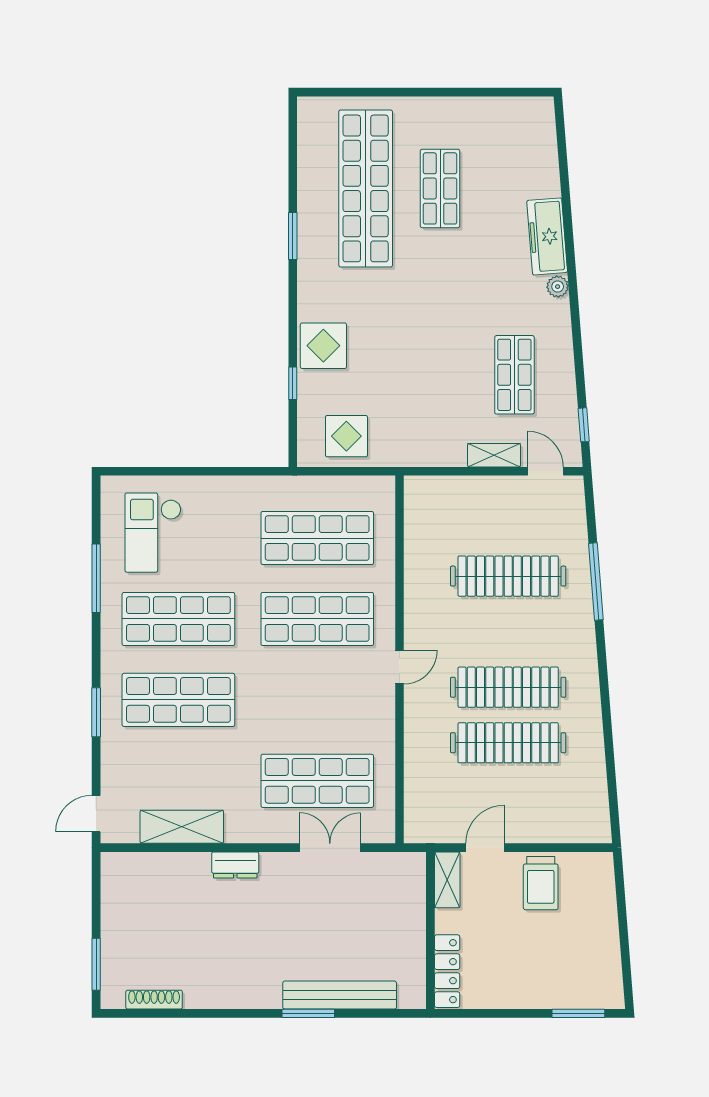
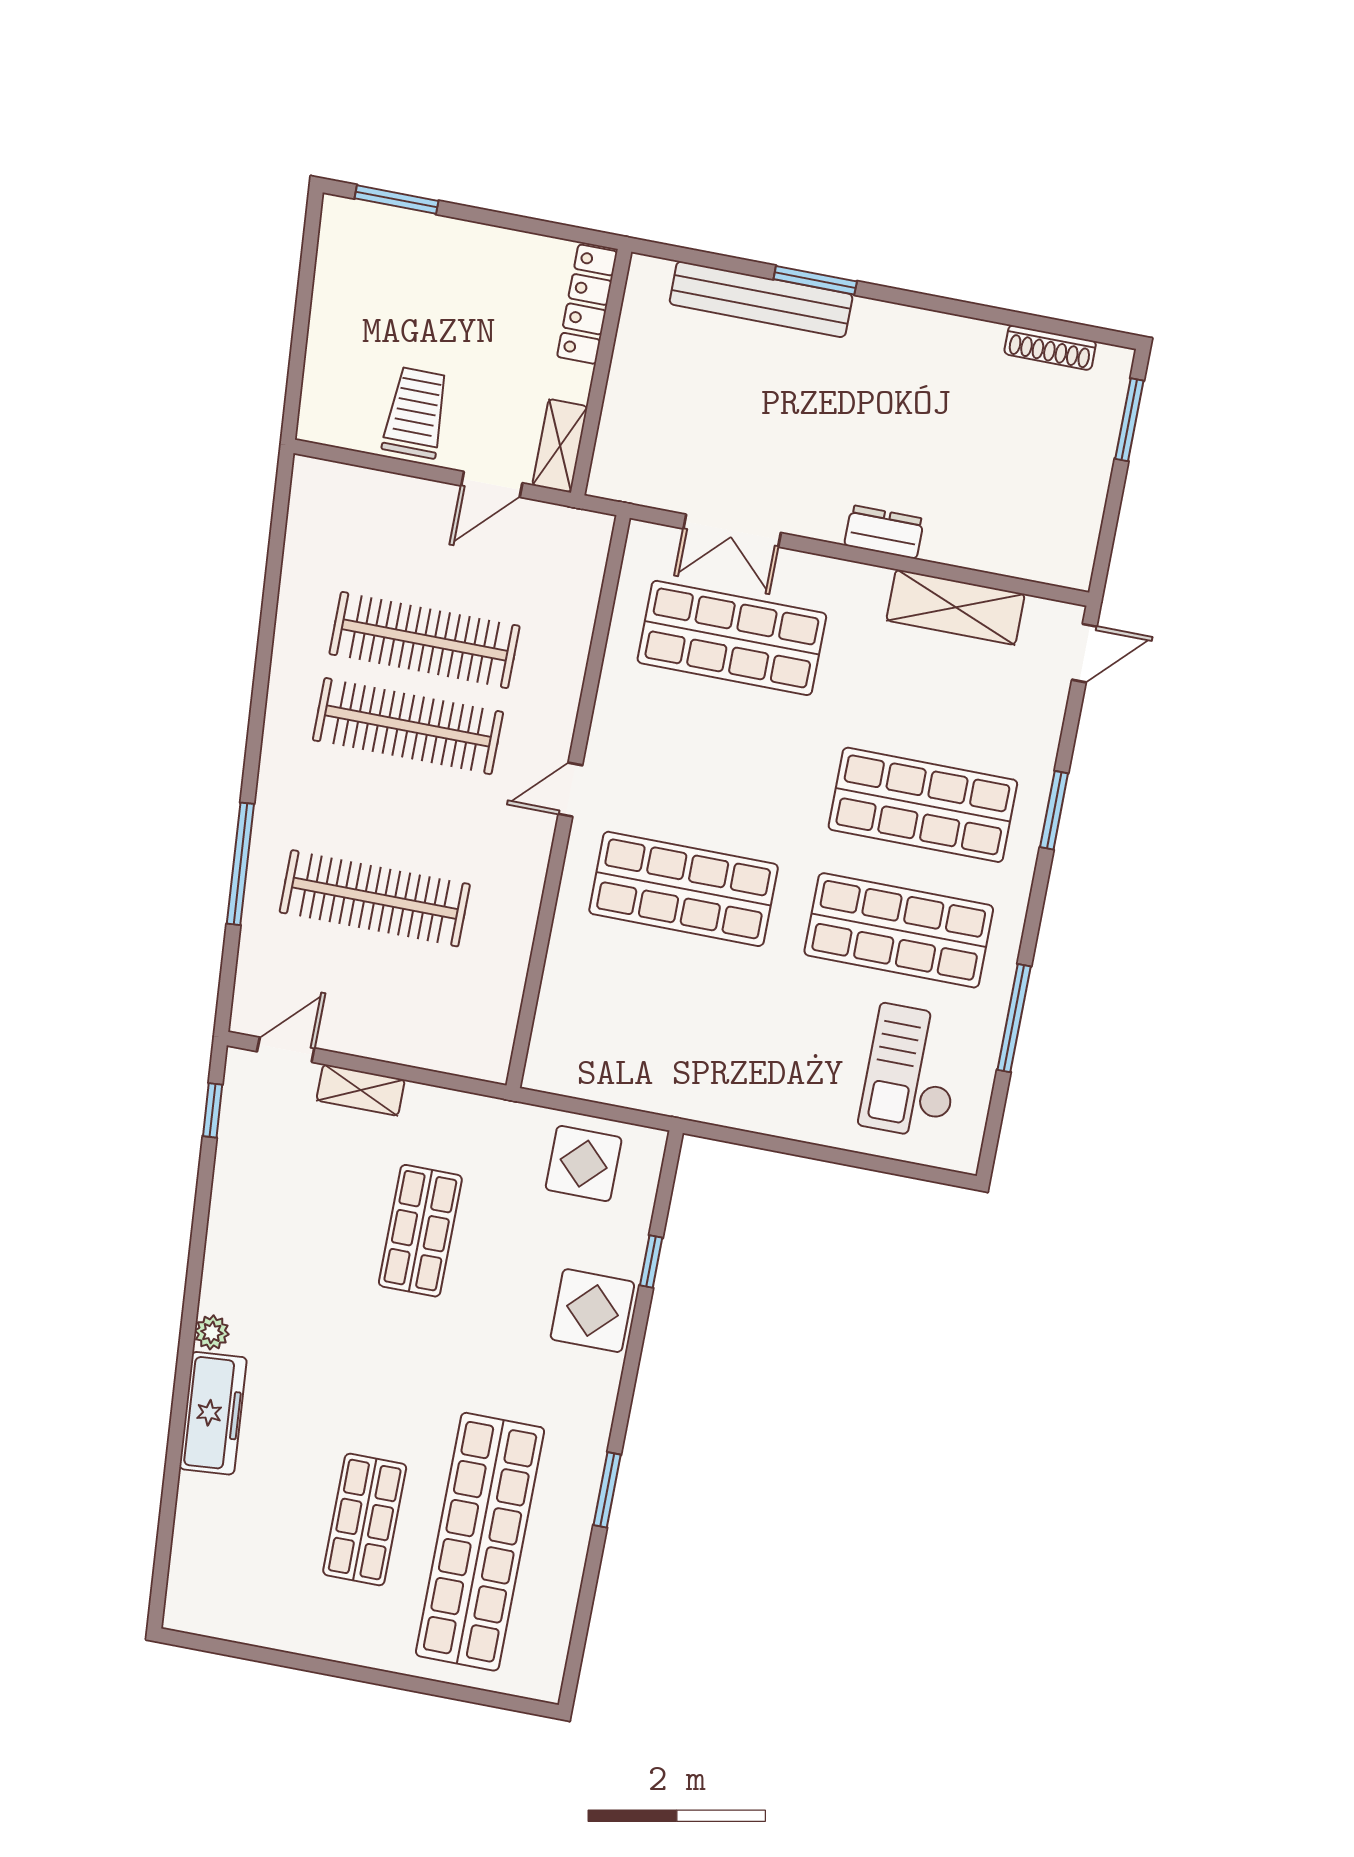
shop shelf: (514, 375) -> (420, 1231), moved
door: (545, 471) -> (286, 1050), swing flipped
checkout: (153, 533) -> (912, 1072), turned 180
shop shelf: (317, 538) -> (659, 1014), removed

